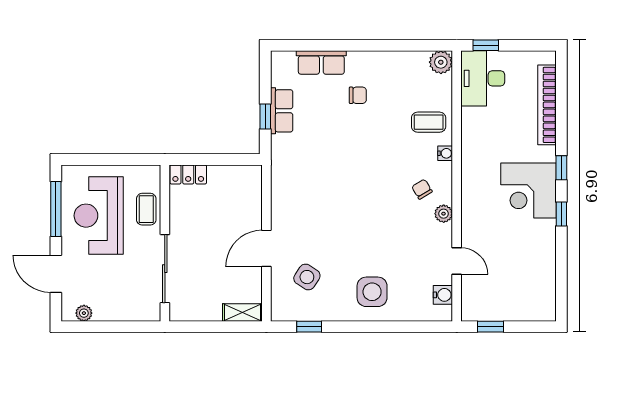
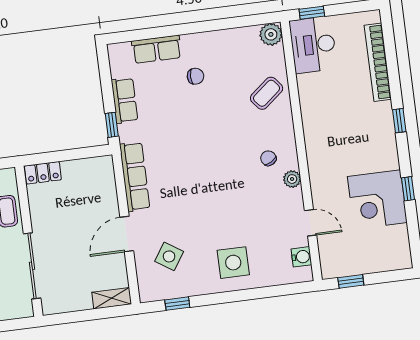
window: (265, 117) -> (112, 125), moved
coffee table: (429, 122) -> (267, 93), turned -39
water cooler: (445, 153) -> (286, 121), removed
row of seats: (282, 190) -> (135, 177), added
corner desk: (528, 190) -> (377, 200), moved
window: (561, 214) -> (408, 189), moved

